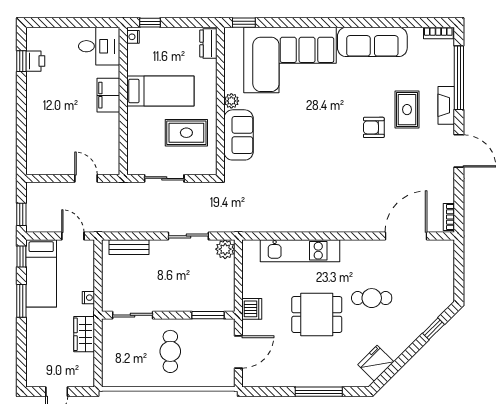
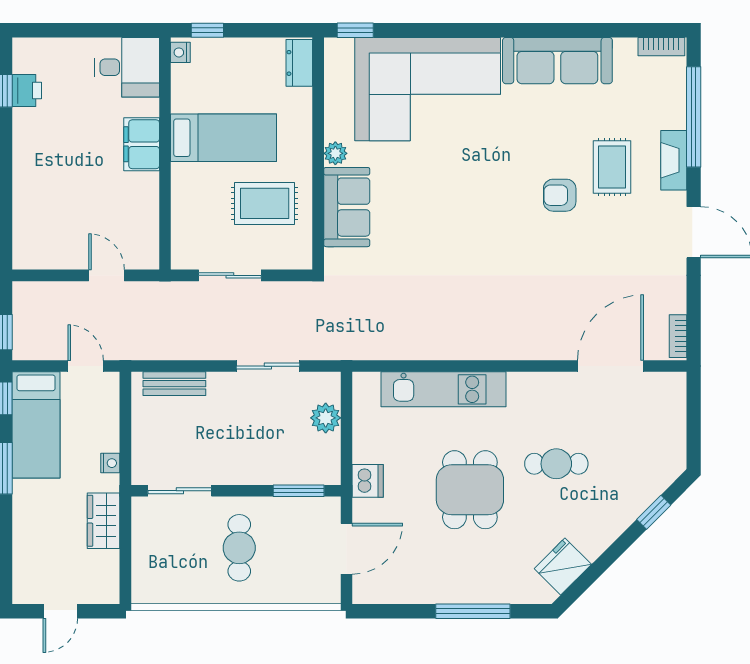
plant: (225, 249) -> (326, 418), moved
dining table: (317, 315) -> (470, 490), turned 90

